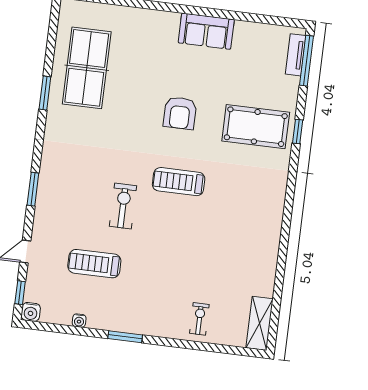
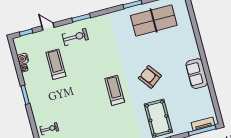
armchair: (180, 113) -> (150, 77), turned 53
exercise bike: (123, 206) -> (75, 37), moved
water cooler: (31, 312) -> (23, 59), moved

